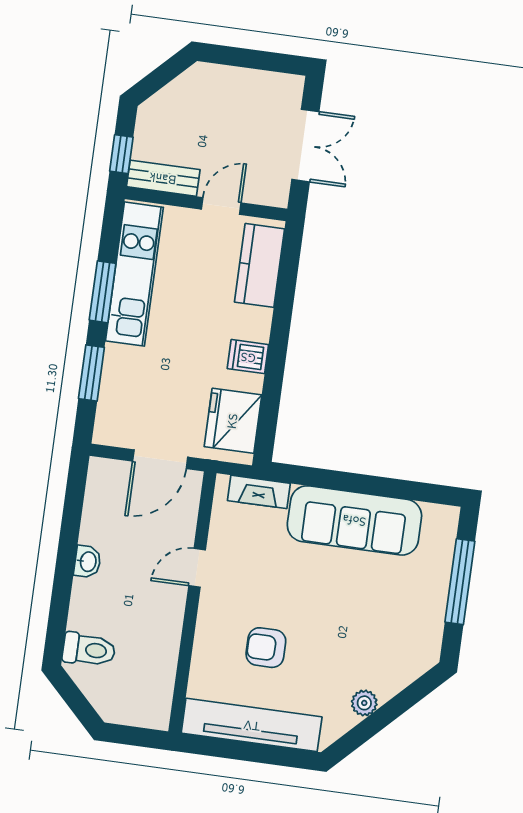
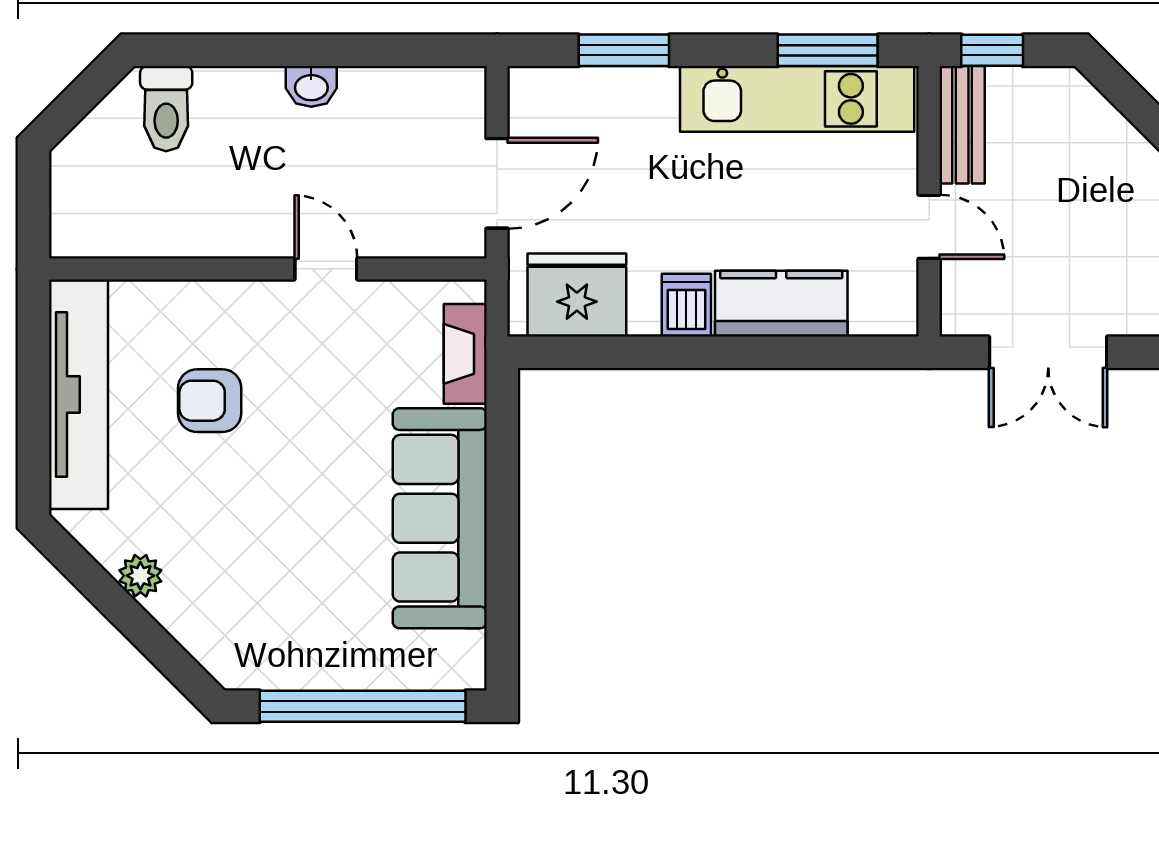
kitchen counter: (260, 265) -> (781, 304), moved
window: (103, 292) -> (828, 50), moved
door: (160, 459) -> (497, 183), swing flipped
window: (460, 582) -> (363, 706), width x1.46
armchair: (266, 648) -> (210, 401), turned -90

